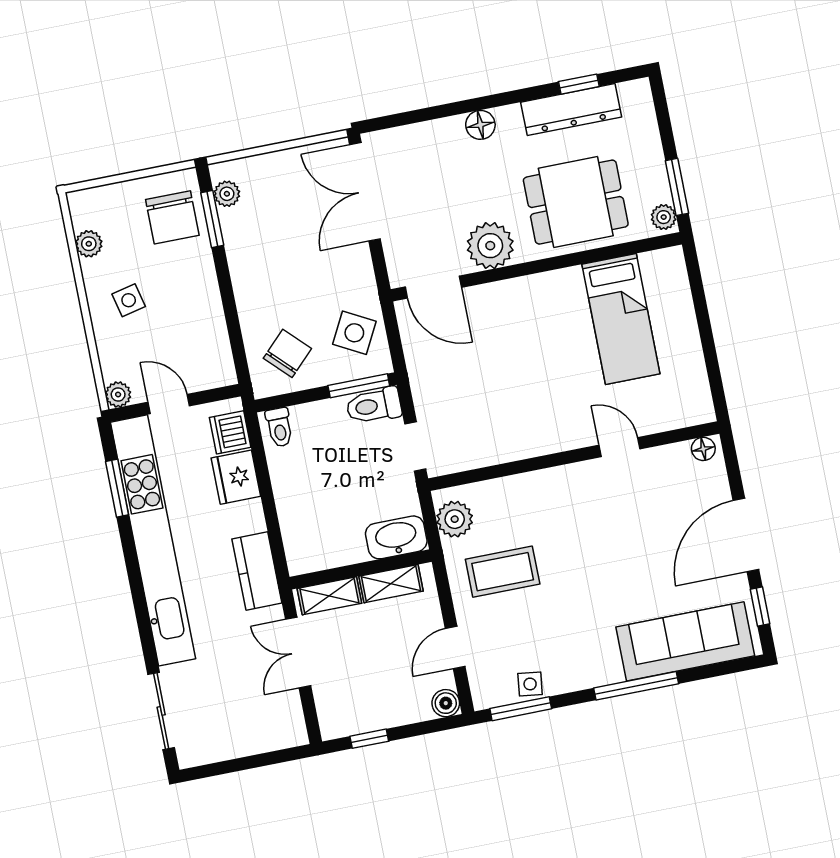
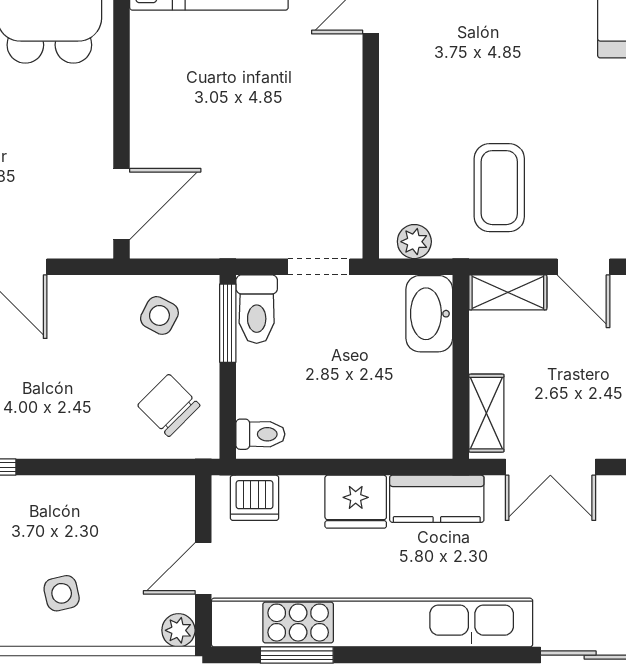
plant: (490, 246) -> (83, 122), removed
side table: (354, 333) -> (159, 315), width x0.73, depth x0.73
fridge: (236, 477) -> (356, 502), moved
plant: (455, 519) -> (414, 242), width x0.73, depth x0.73
shelving: (391, 584) -> (508, 292), moved, turned 90

